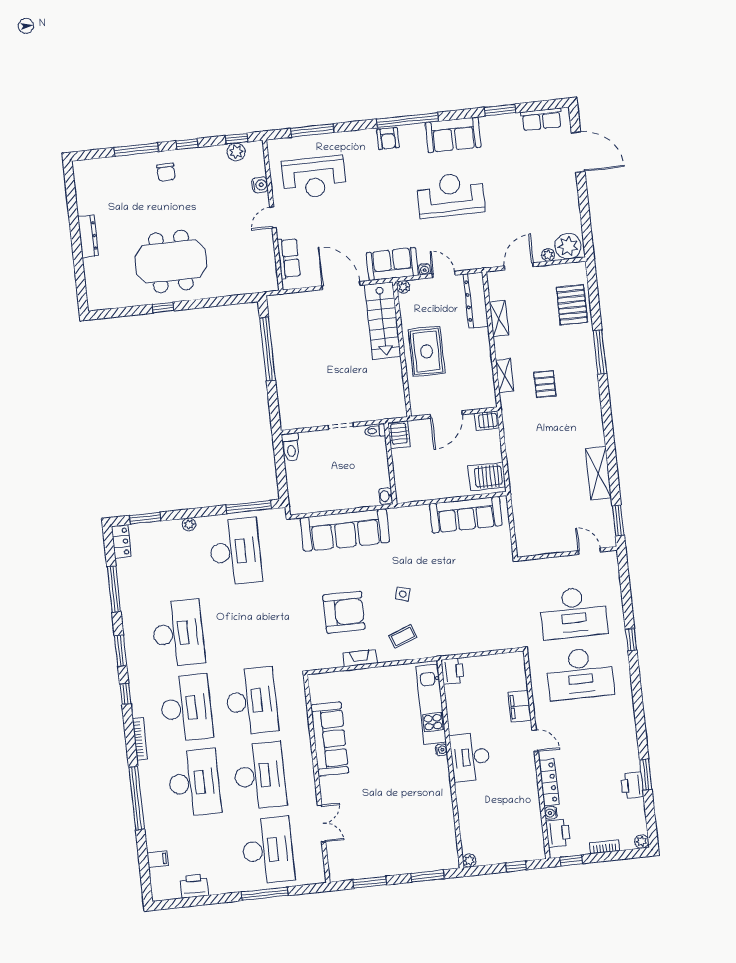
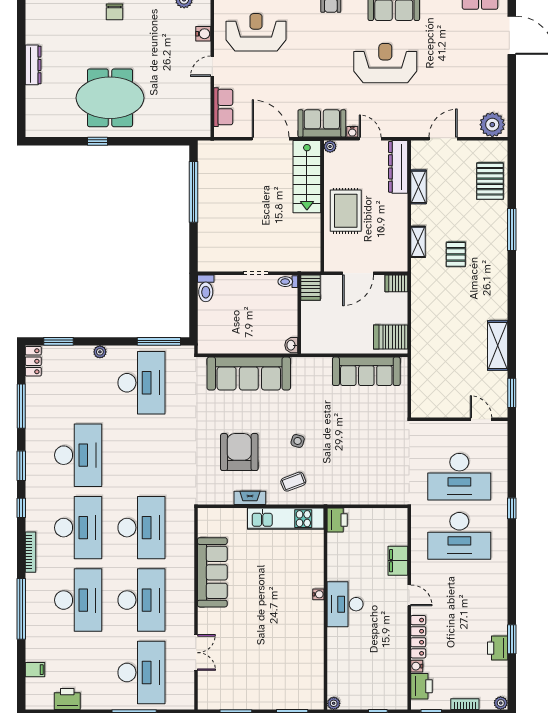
reception desk: (314, 177) -> (256, 32), turned 180
plant: (548, 255) -> (472, 131), removed
armchair: (344, 612) -> (239, 452), turned -90
kitchen unit: (431, 704) -> (286, 519), moved, turned -90

